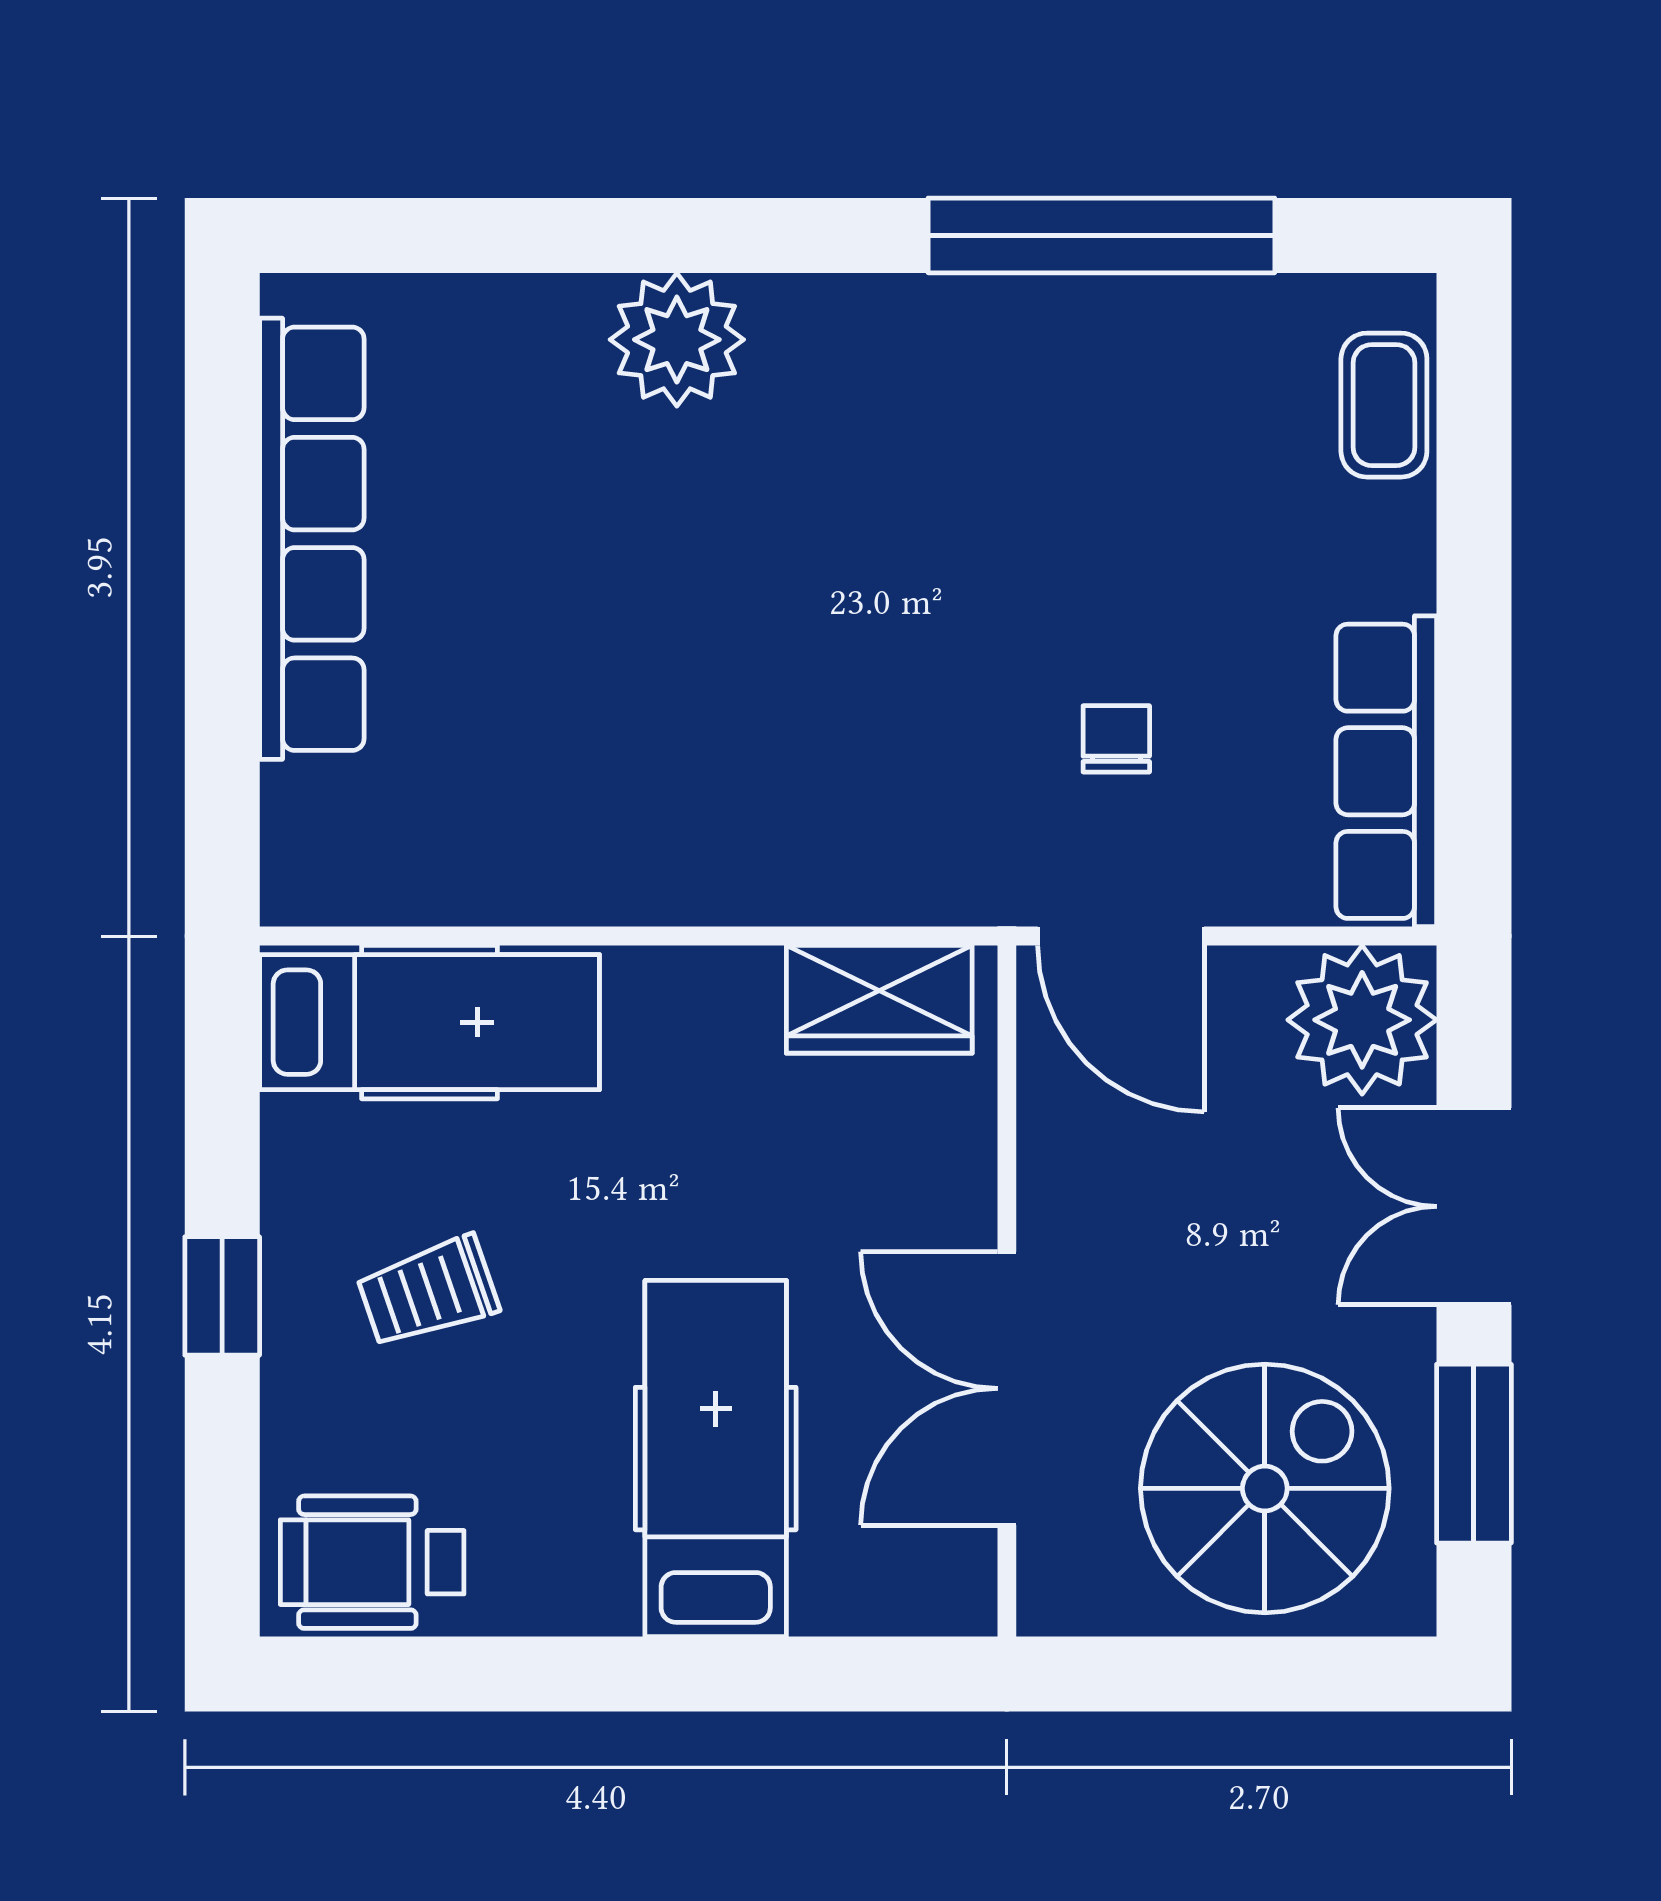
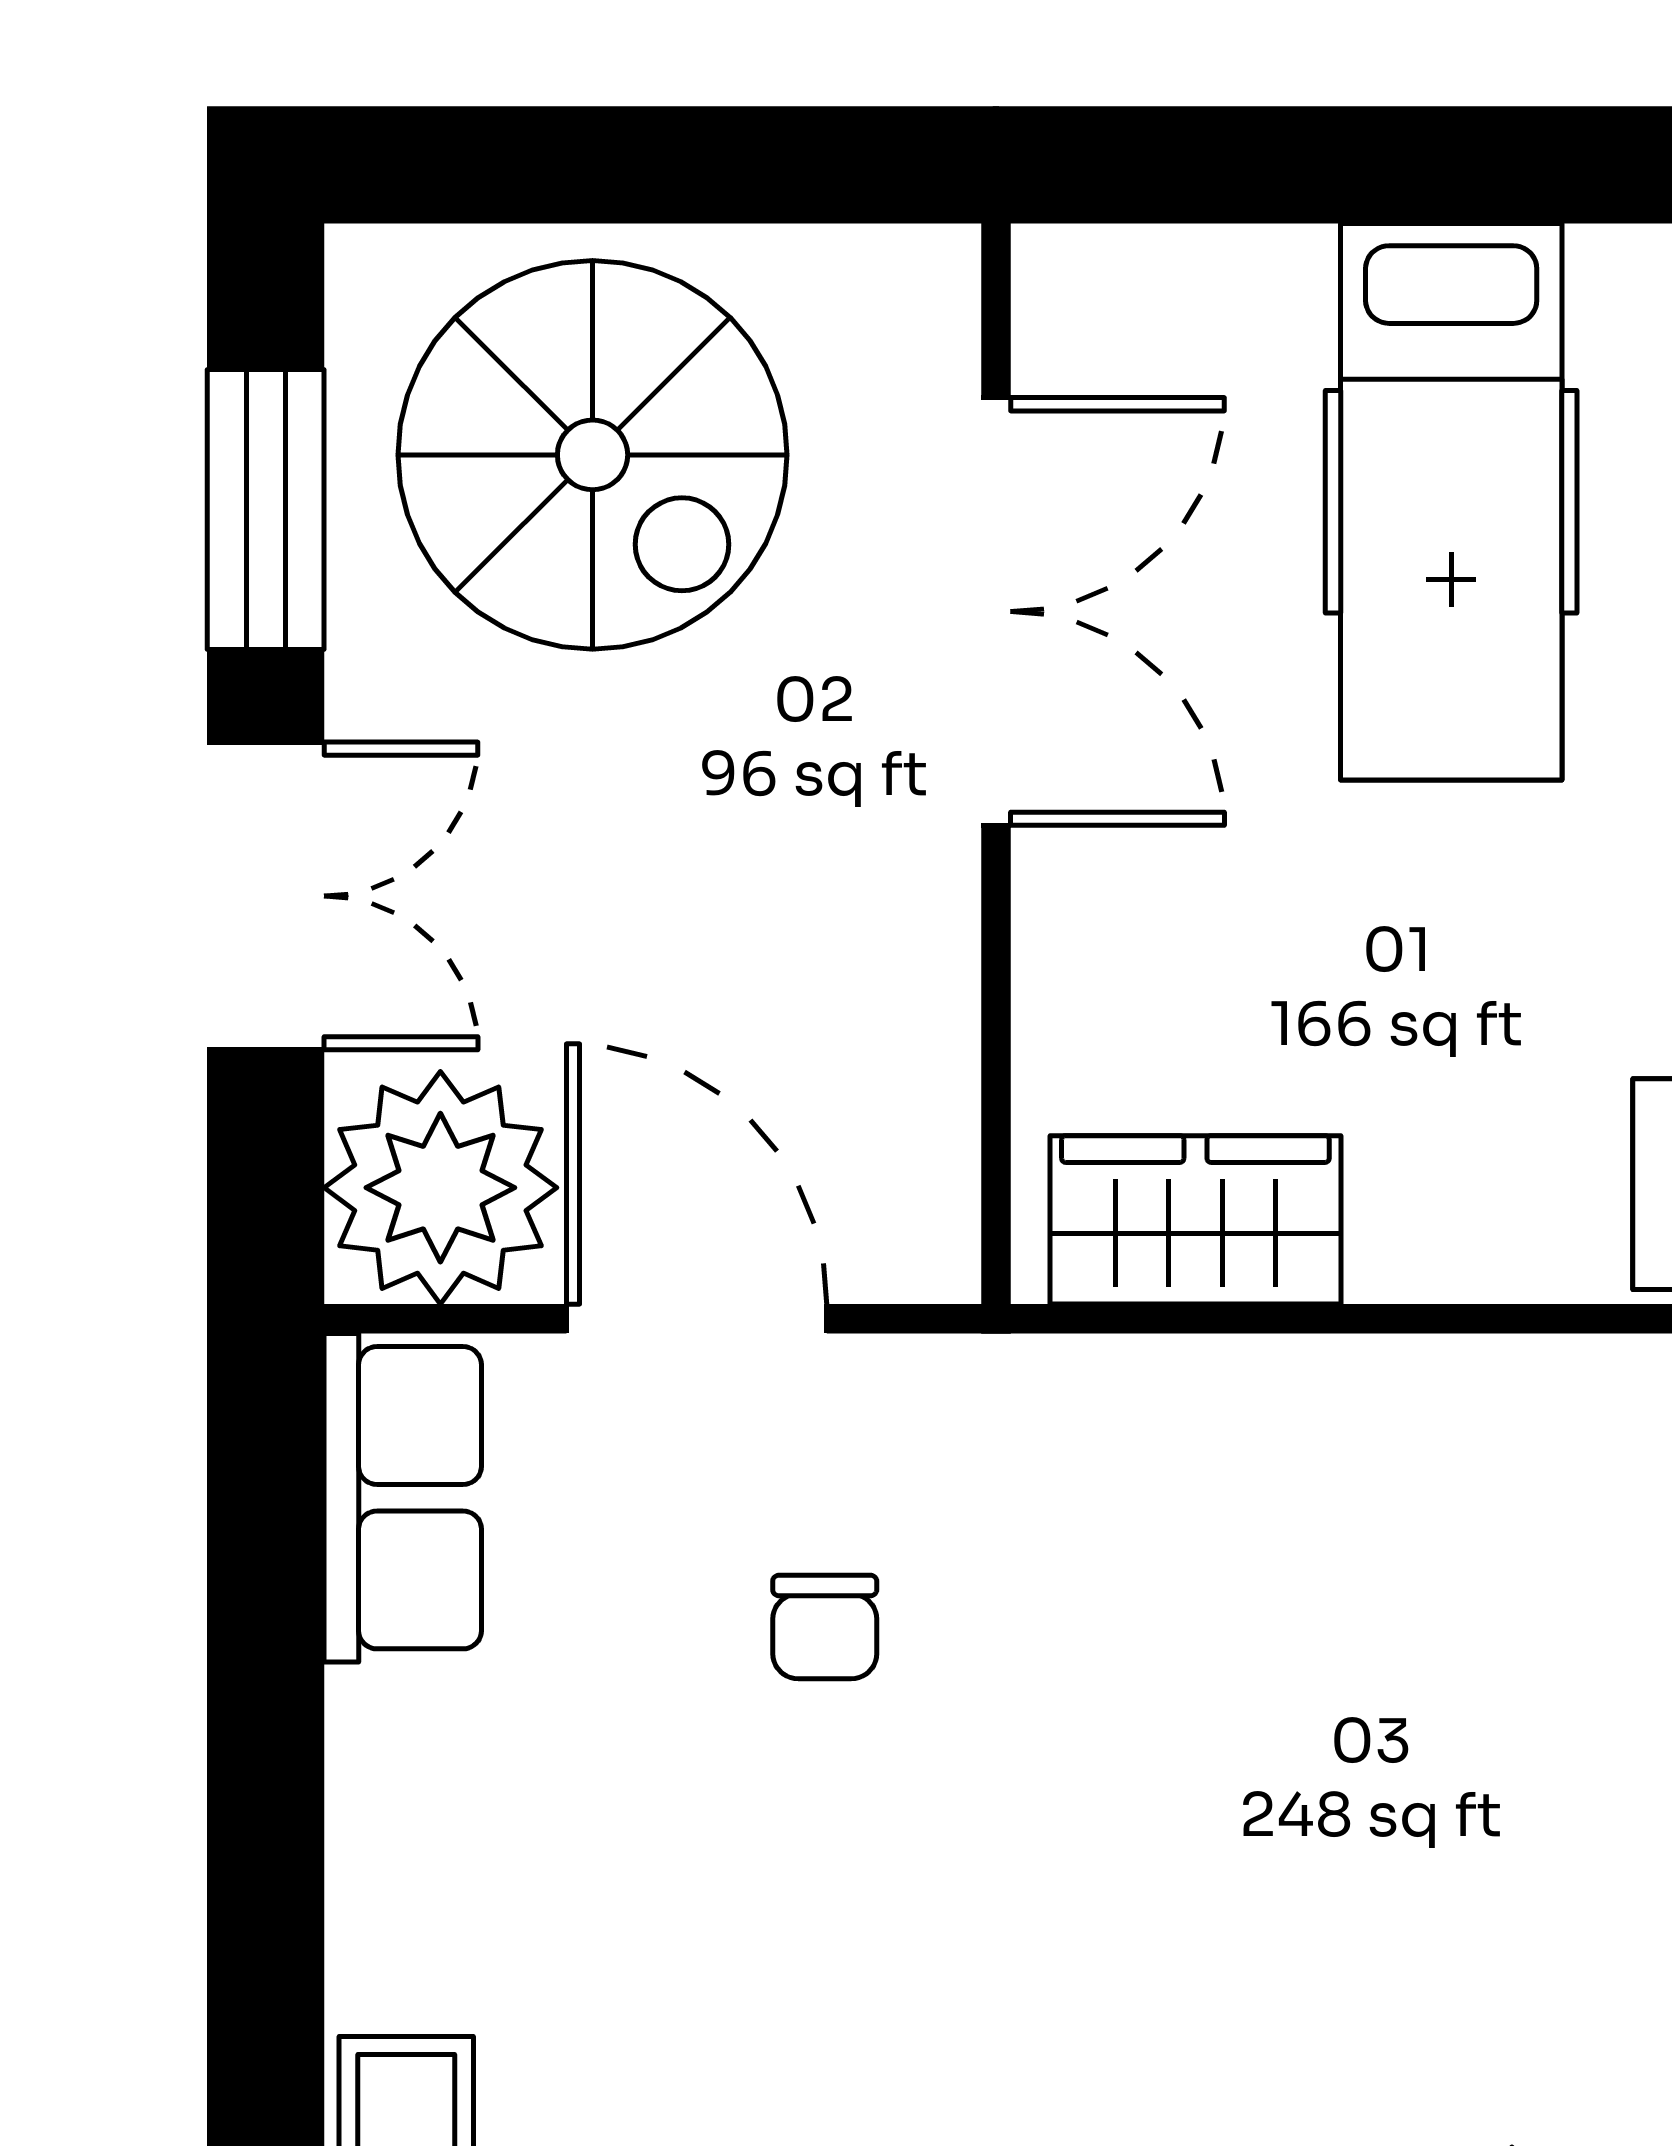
row of seats: (1386, 771) -> (403, 1498), width x0.68
door: (1121, 936) -> (697, 1319), moved
spiral stairs: (1265, 1488) -> (593, 455), turned -90

